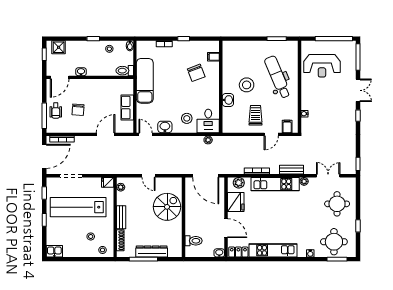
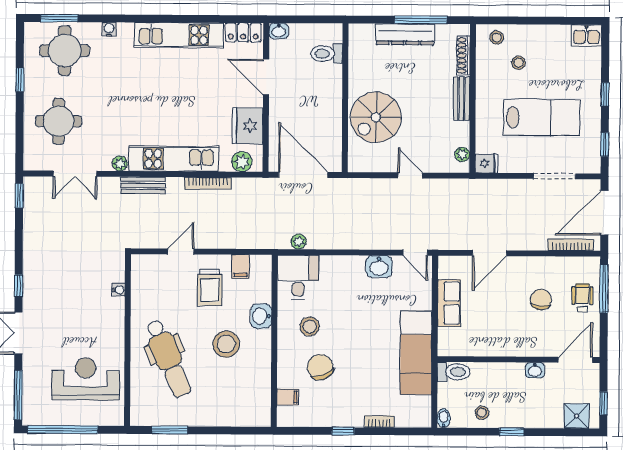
stool: (187, 118) -> (310, 326), moved
filing cabinet: (287, 126) -> (240, 267), moved
lab bench: (78, 207) -> (542, 118), width x0.73

